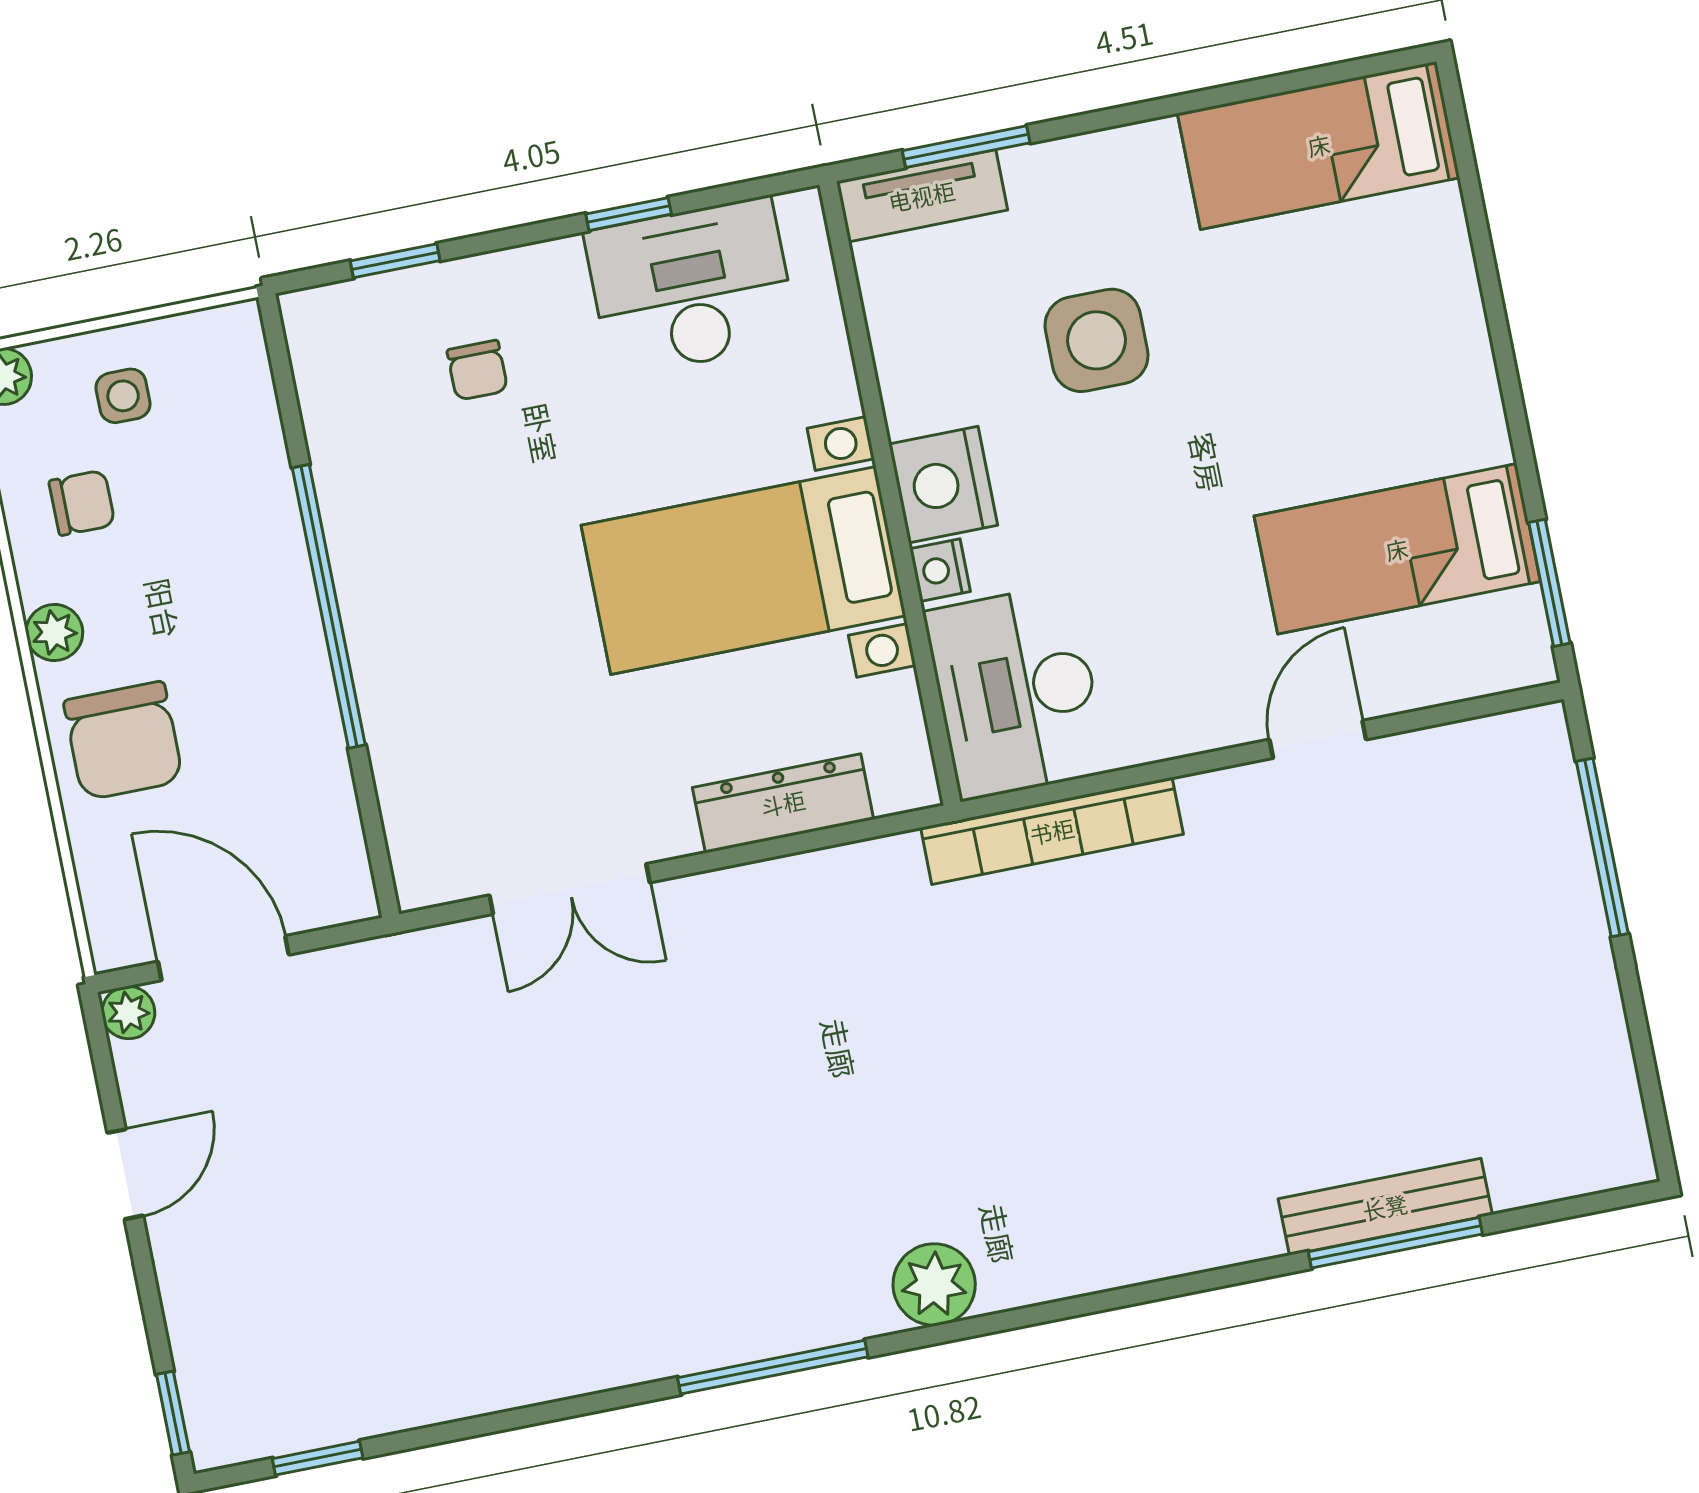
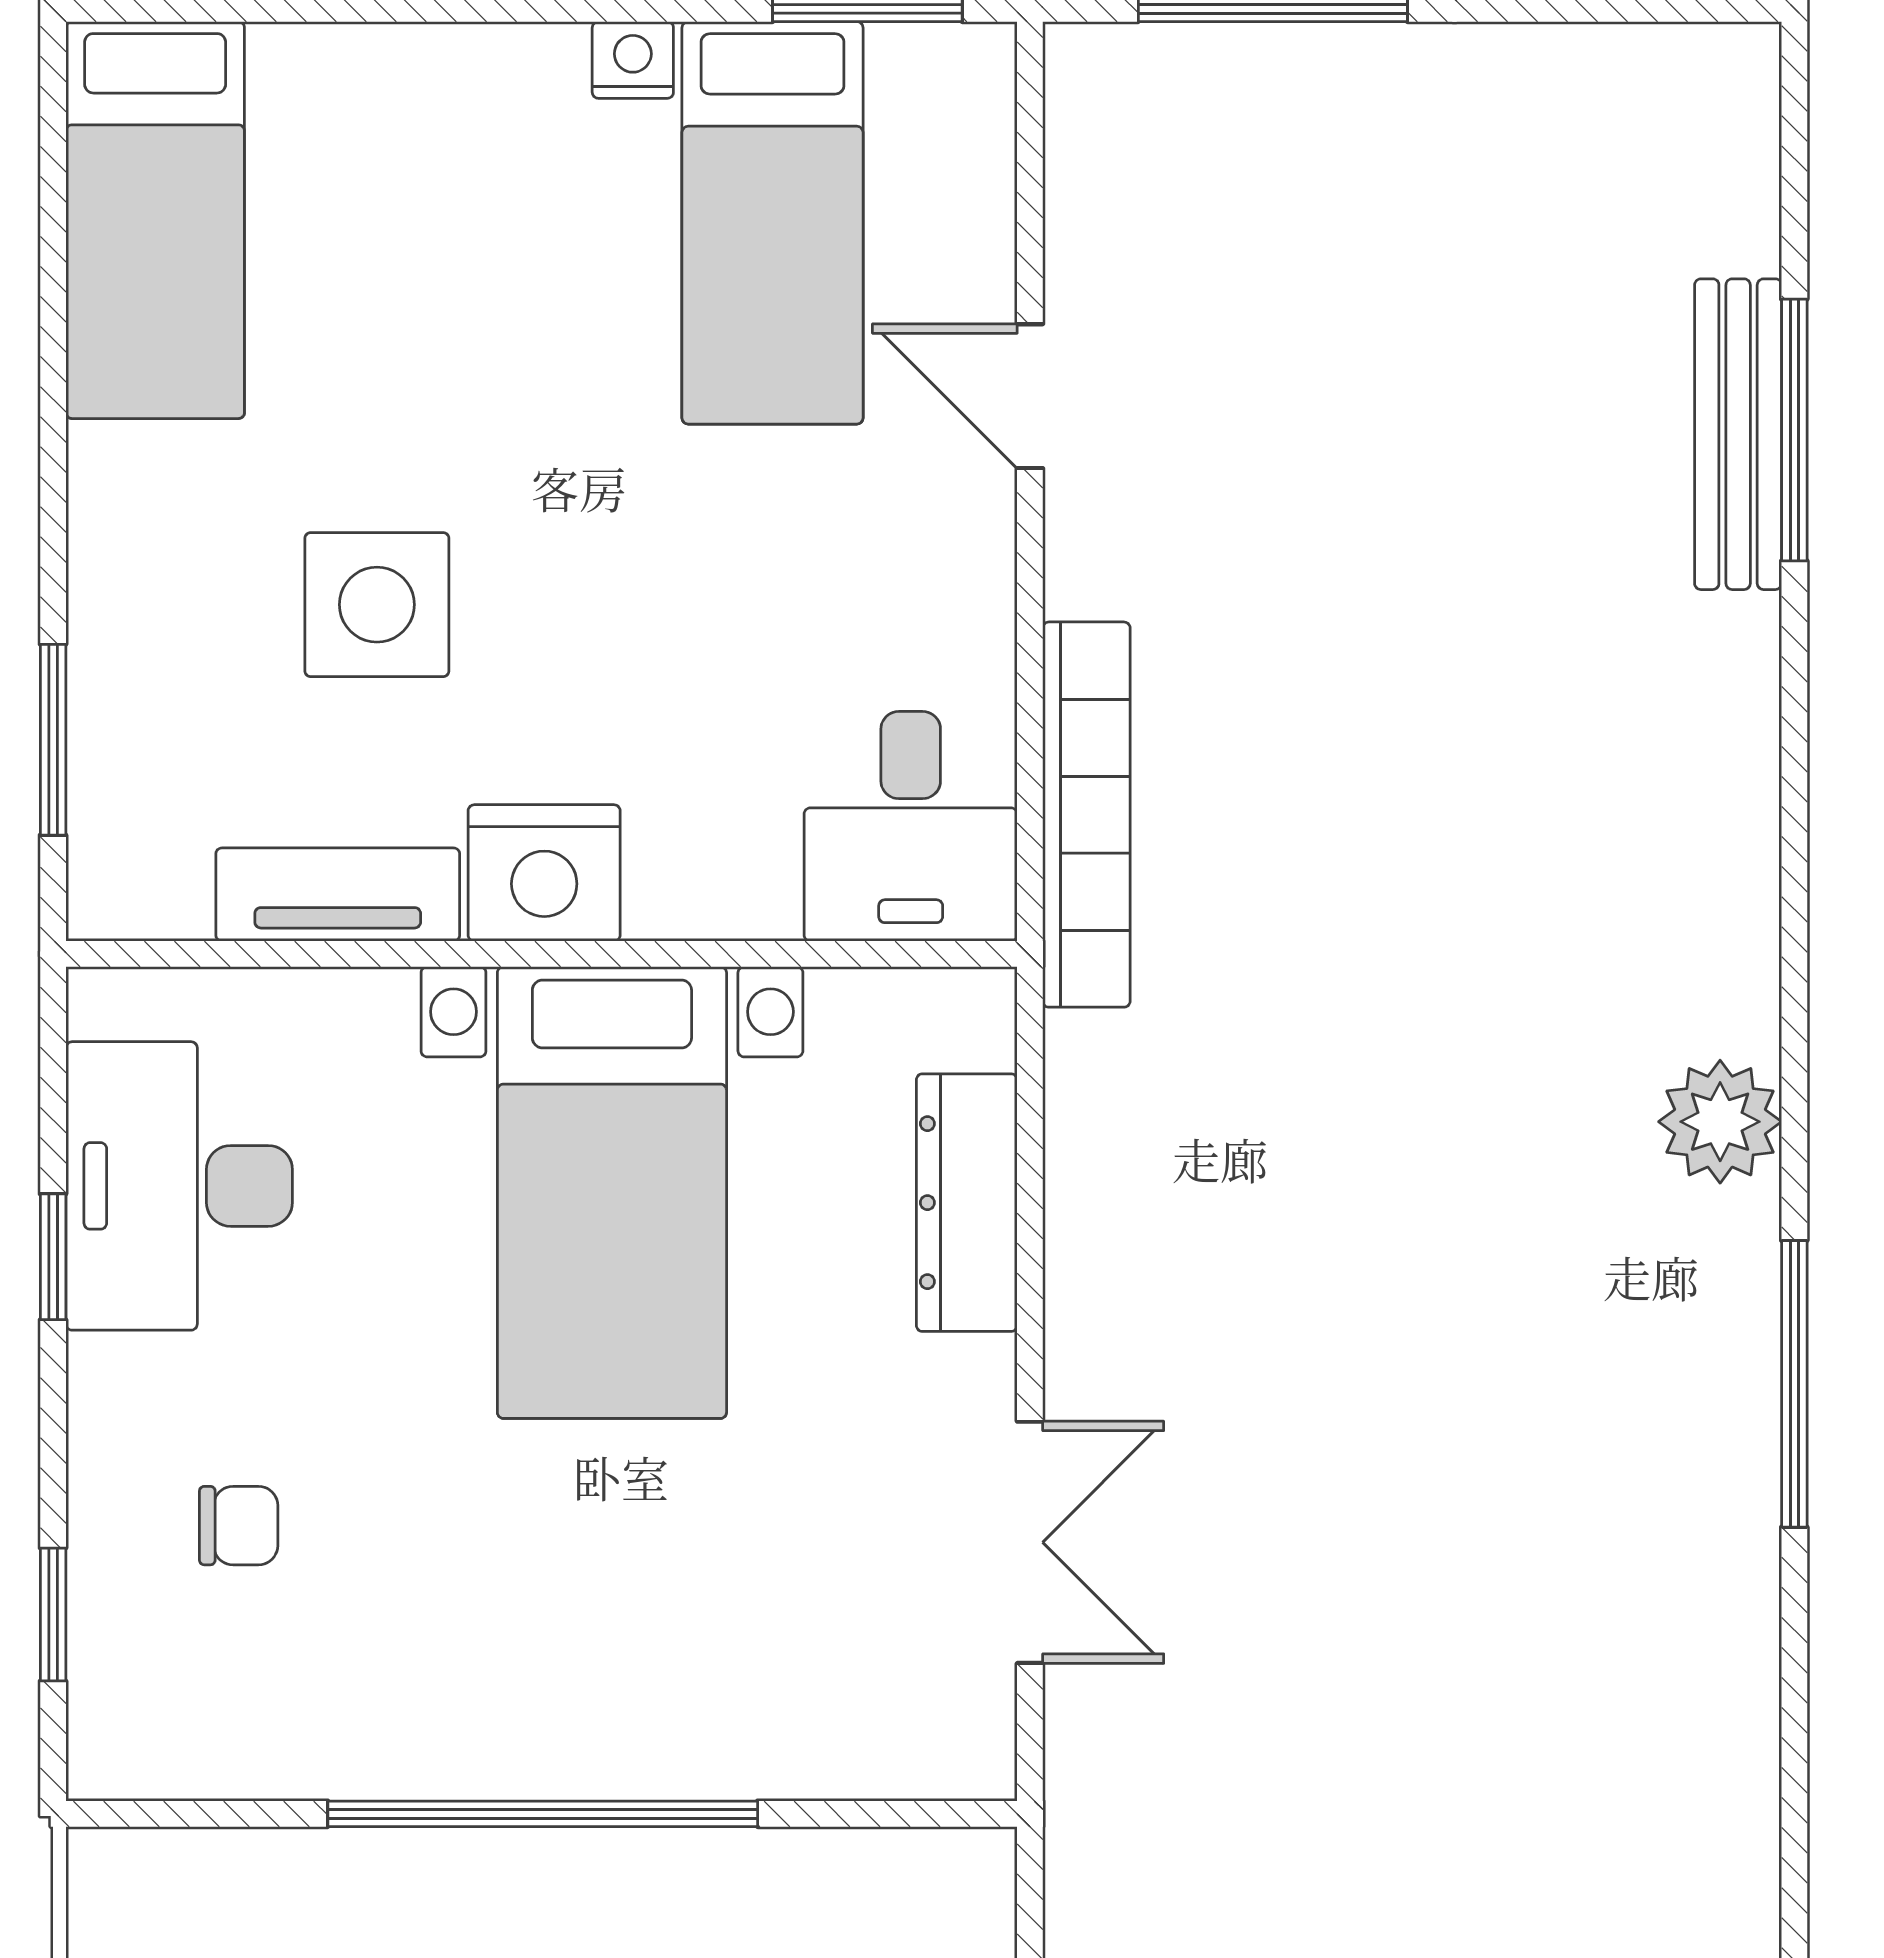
tv unit: (922, 196) -> (338, 895), moved, turned -90
nightstand: (940, 570) -> (633, 60), moved, turned 180
desk: (1016, 692) -> (911, 826), width x0.73

